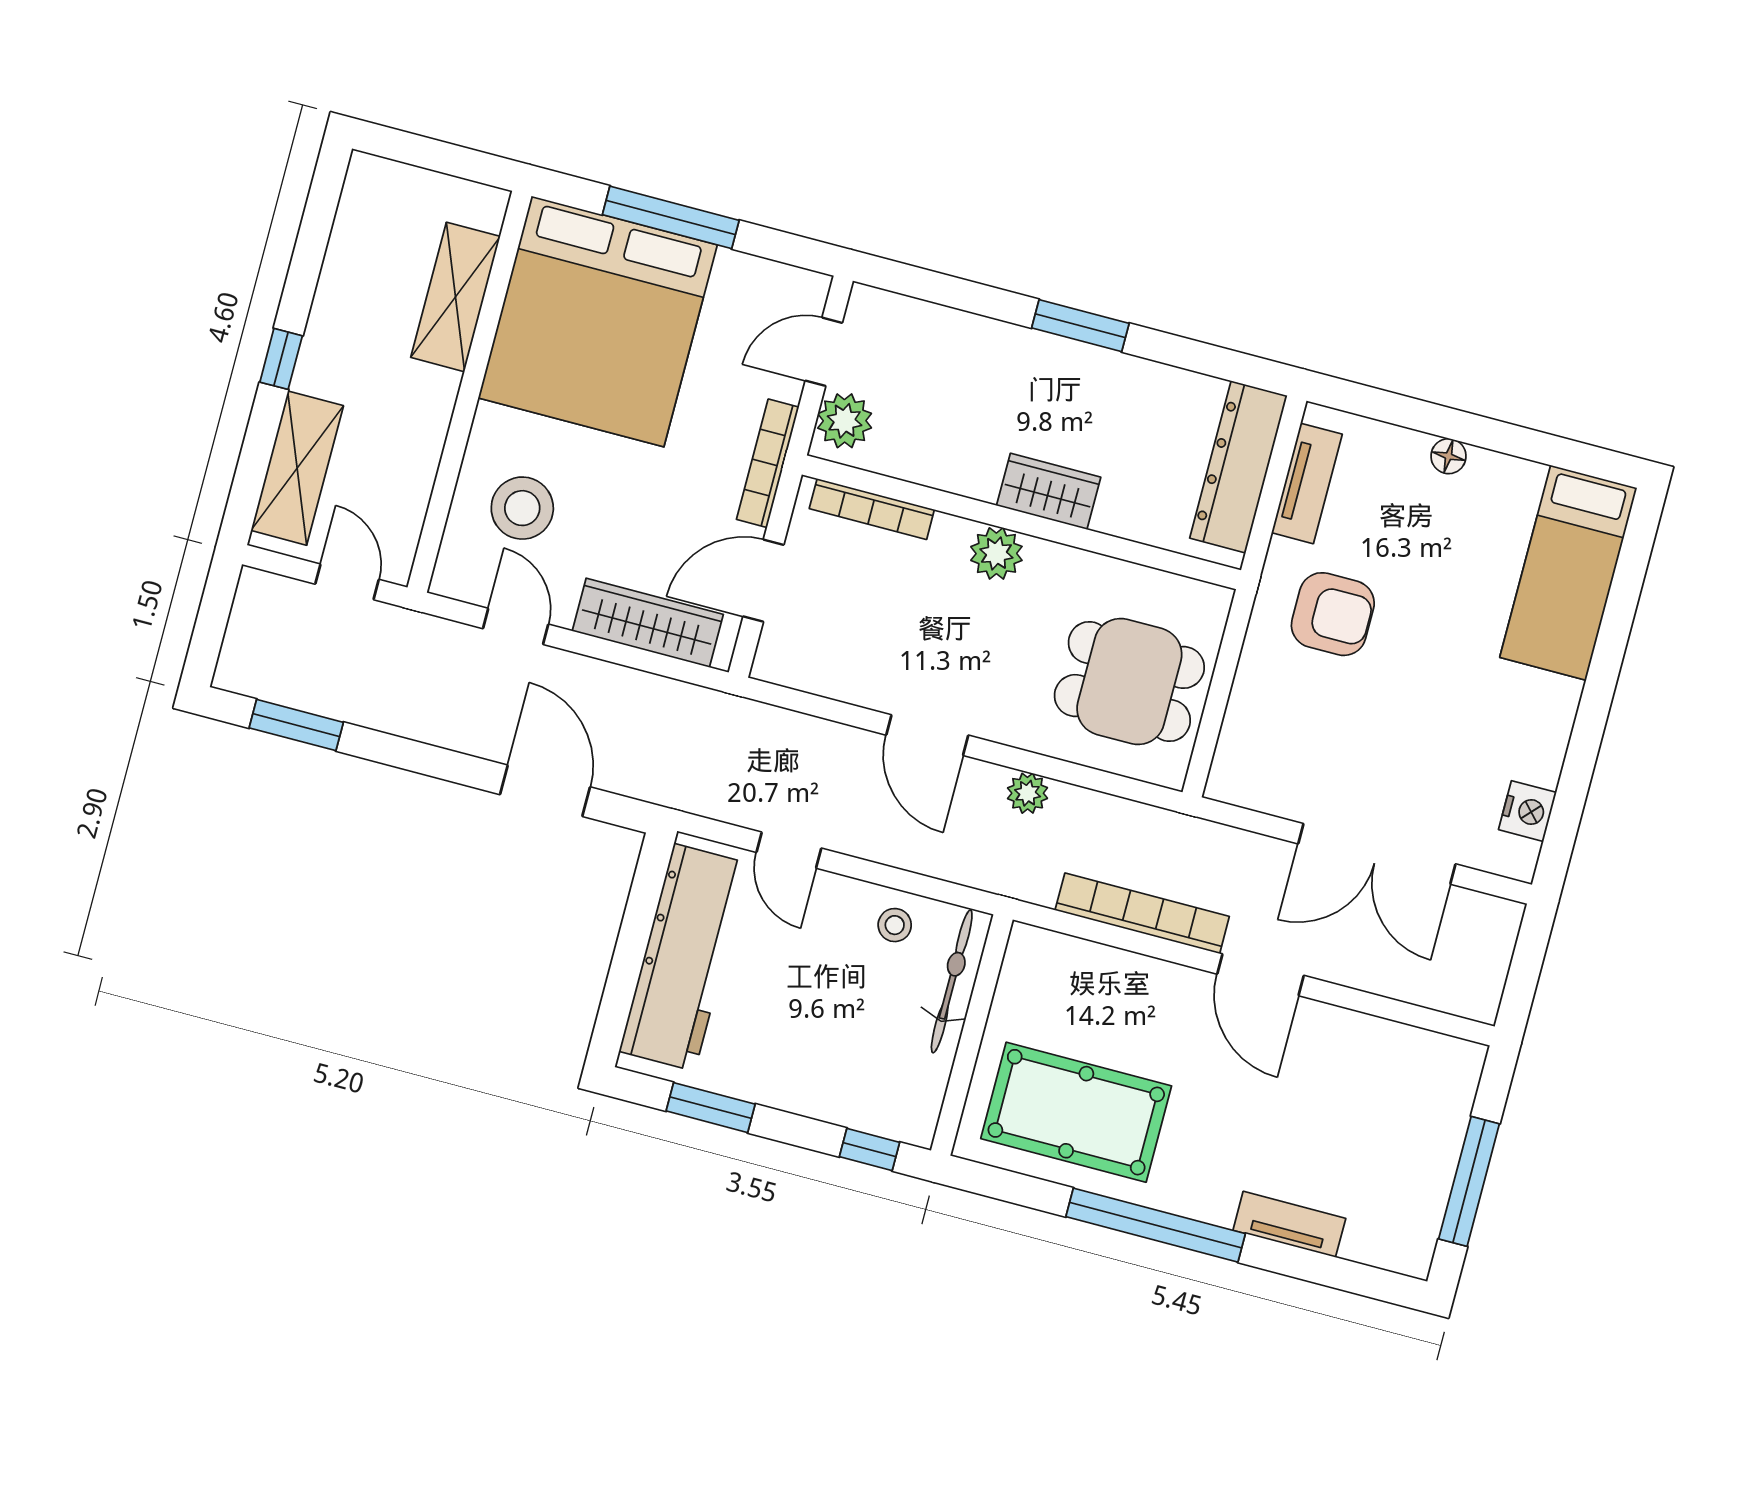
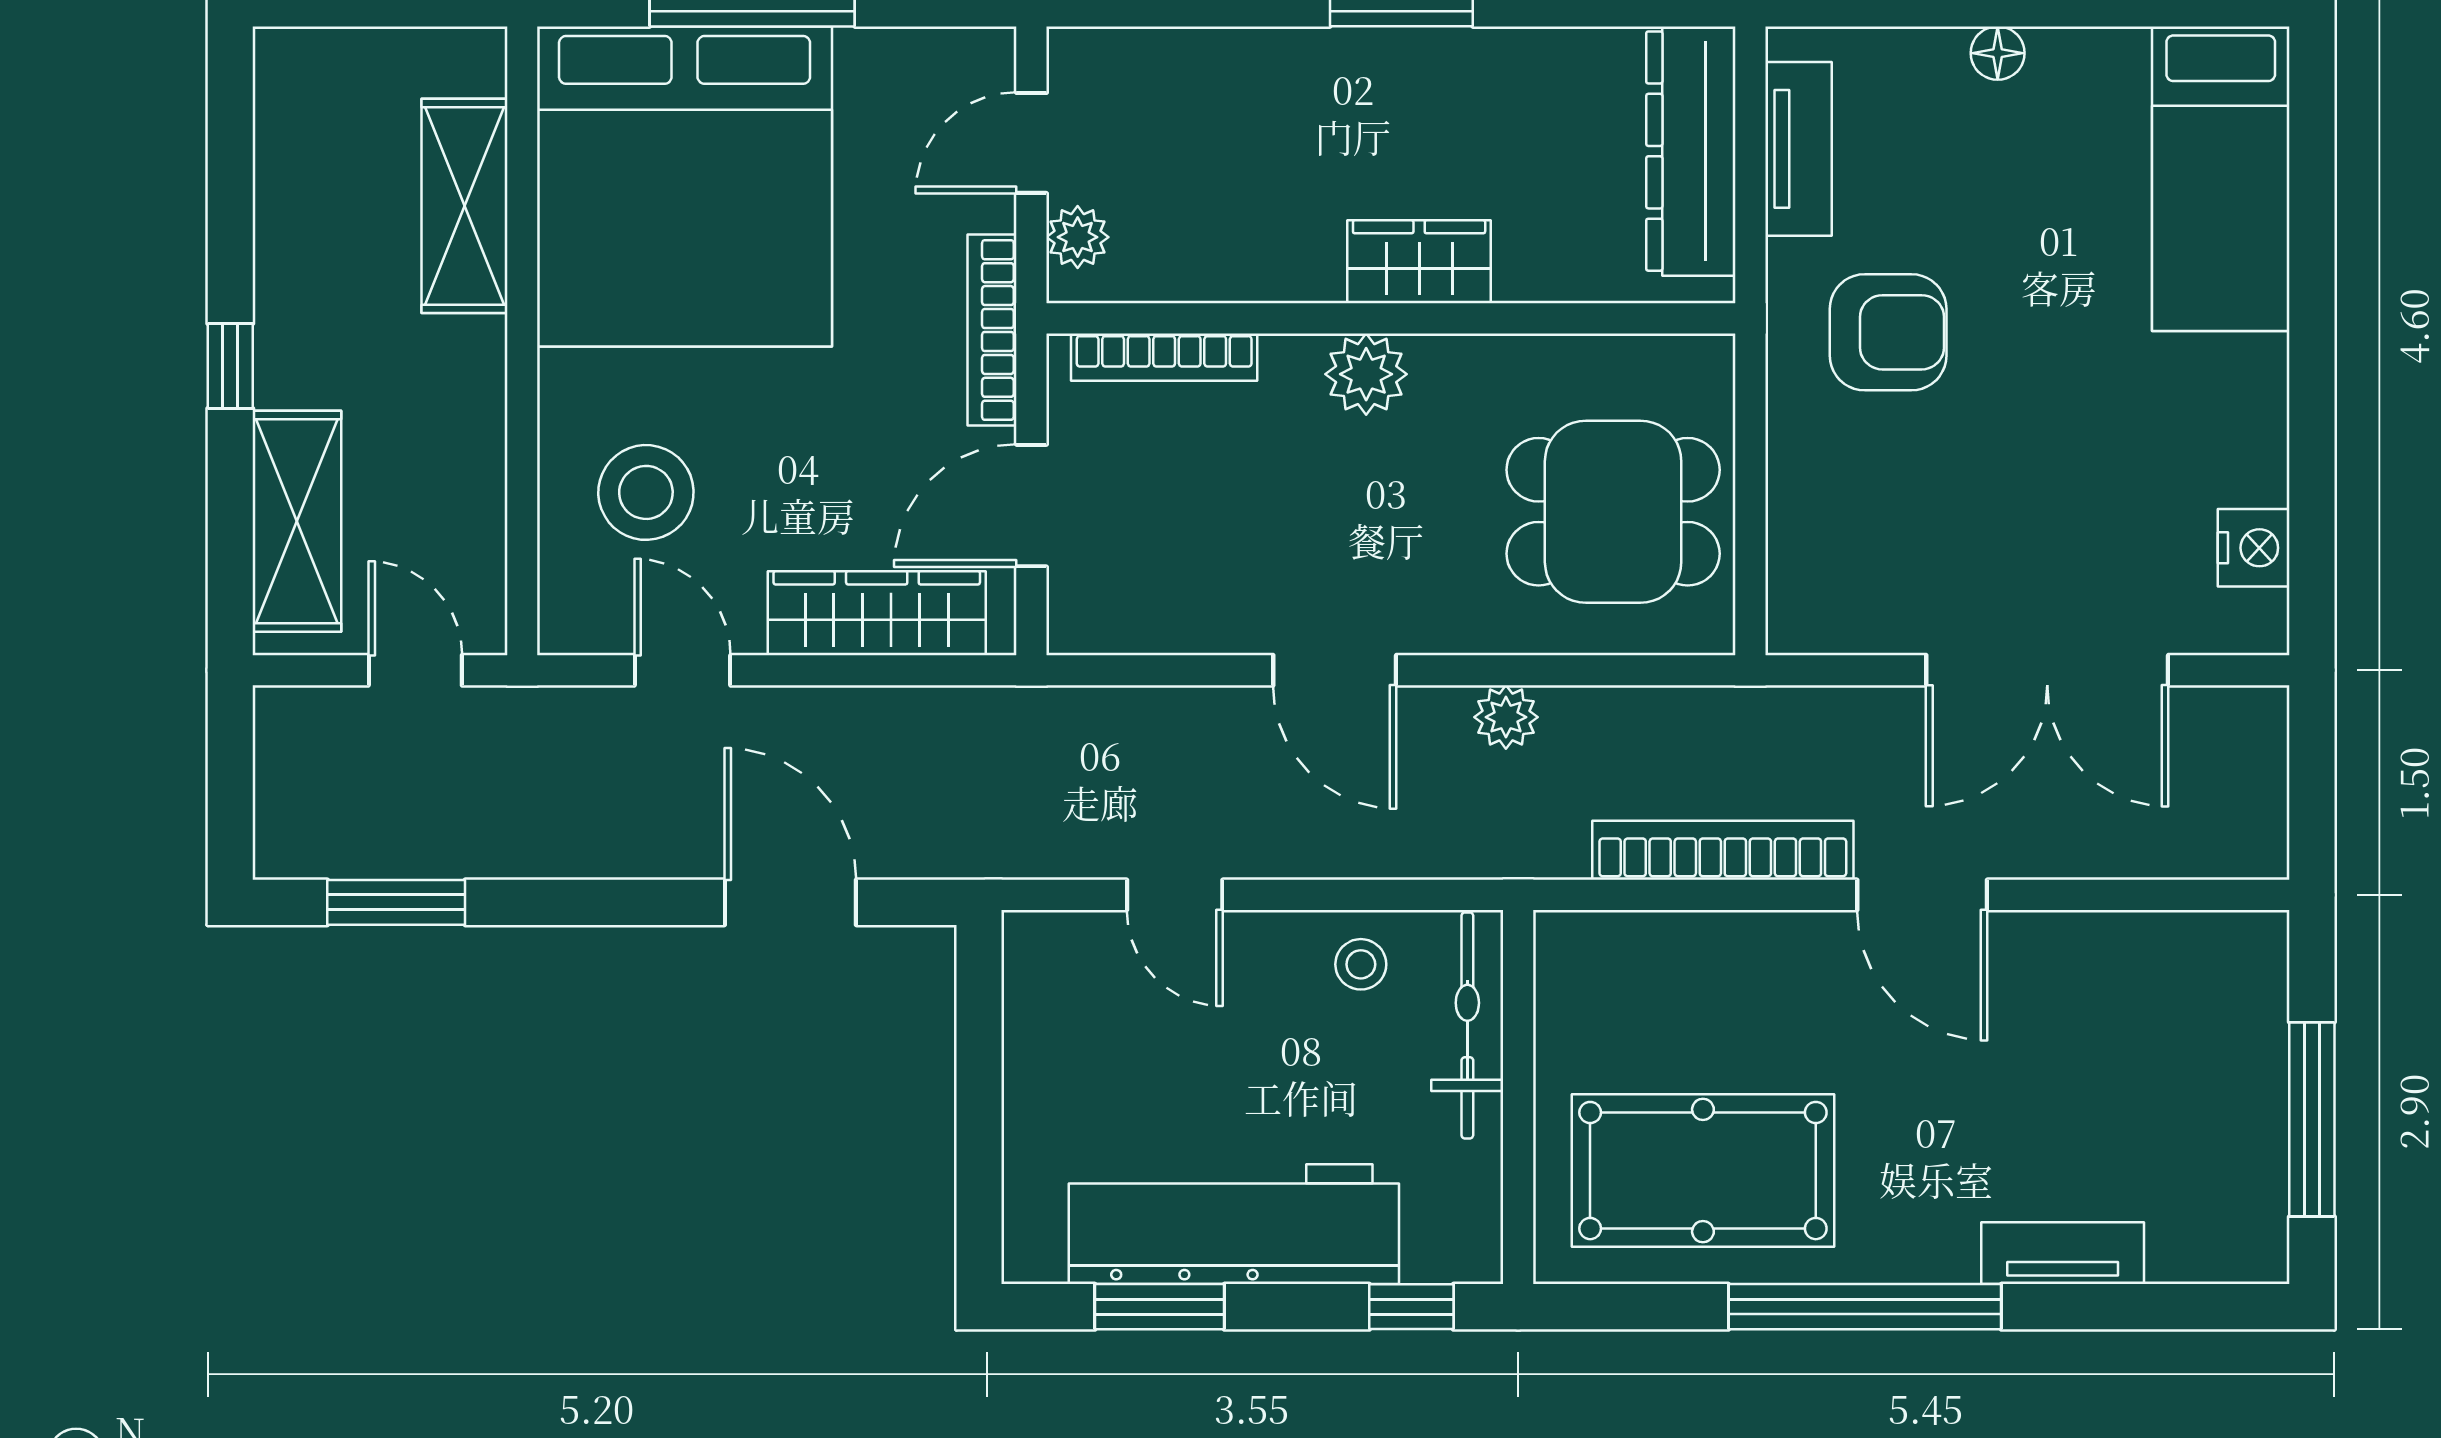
plant: (845, 421) -> (1078, 237), width x0.73, depth x0.73
workbench: (684, 957) -> (1234, 1224), moved, turned -90

